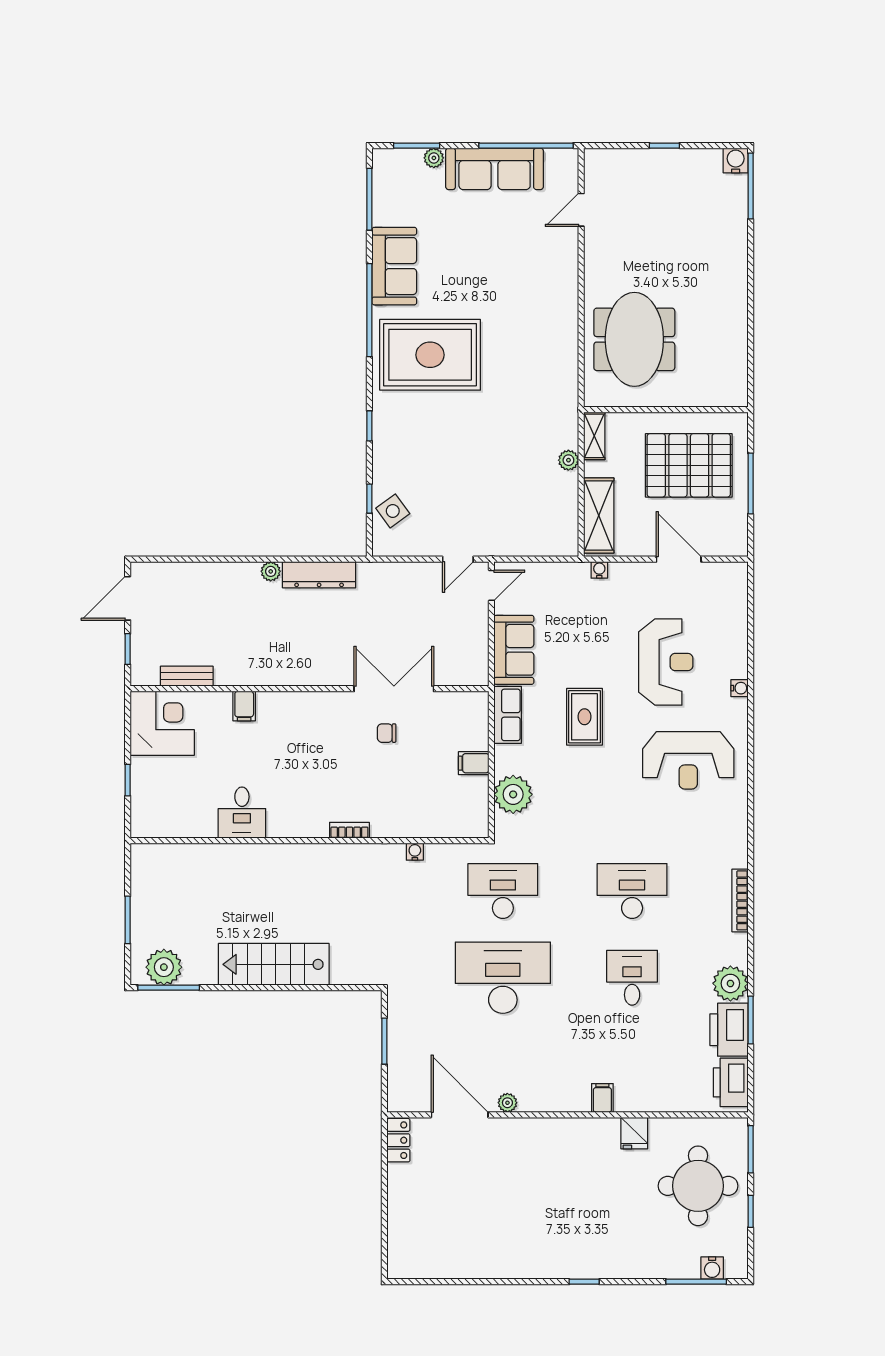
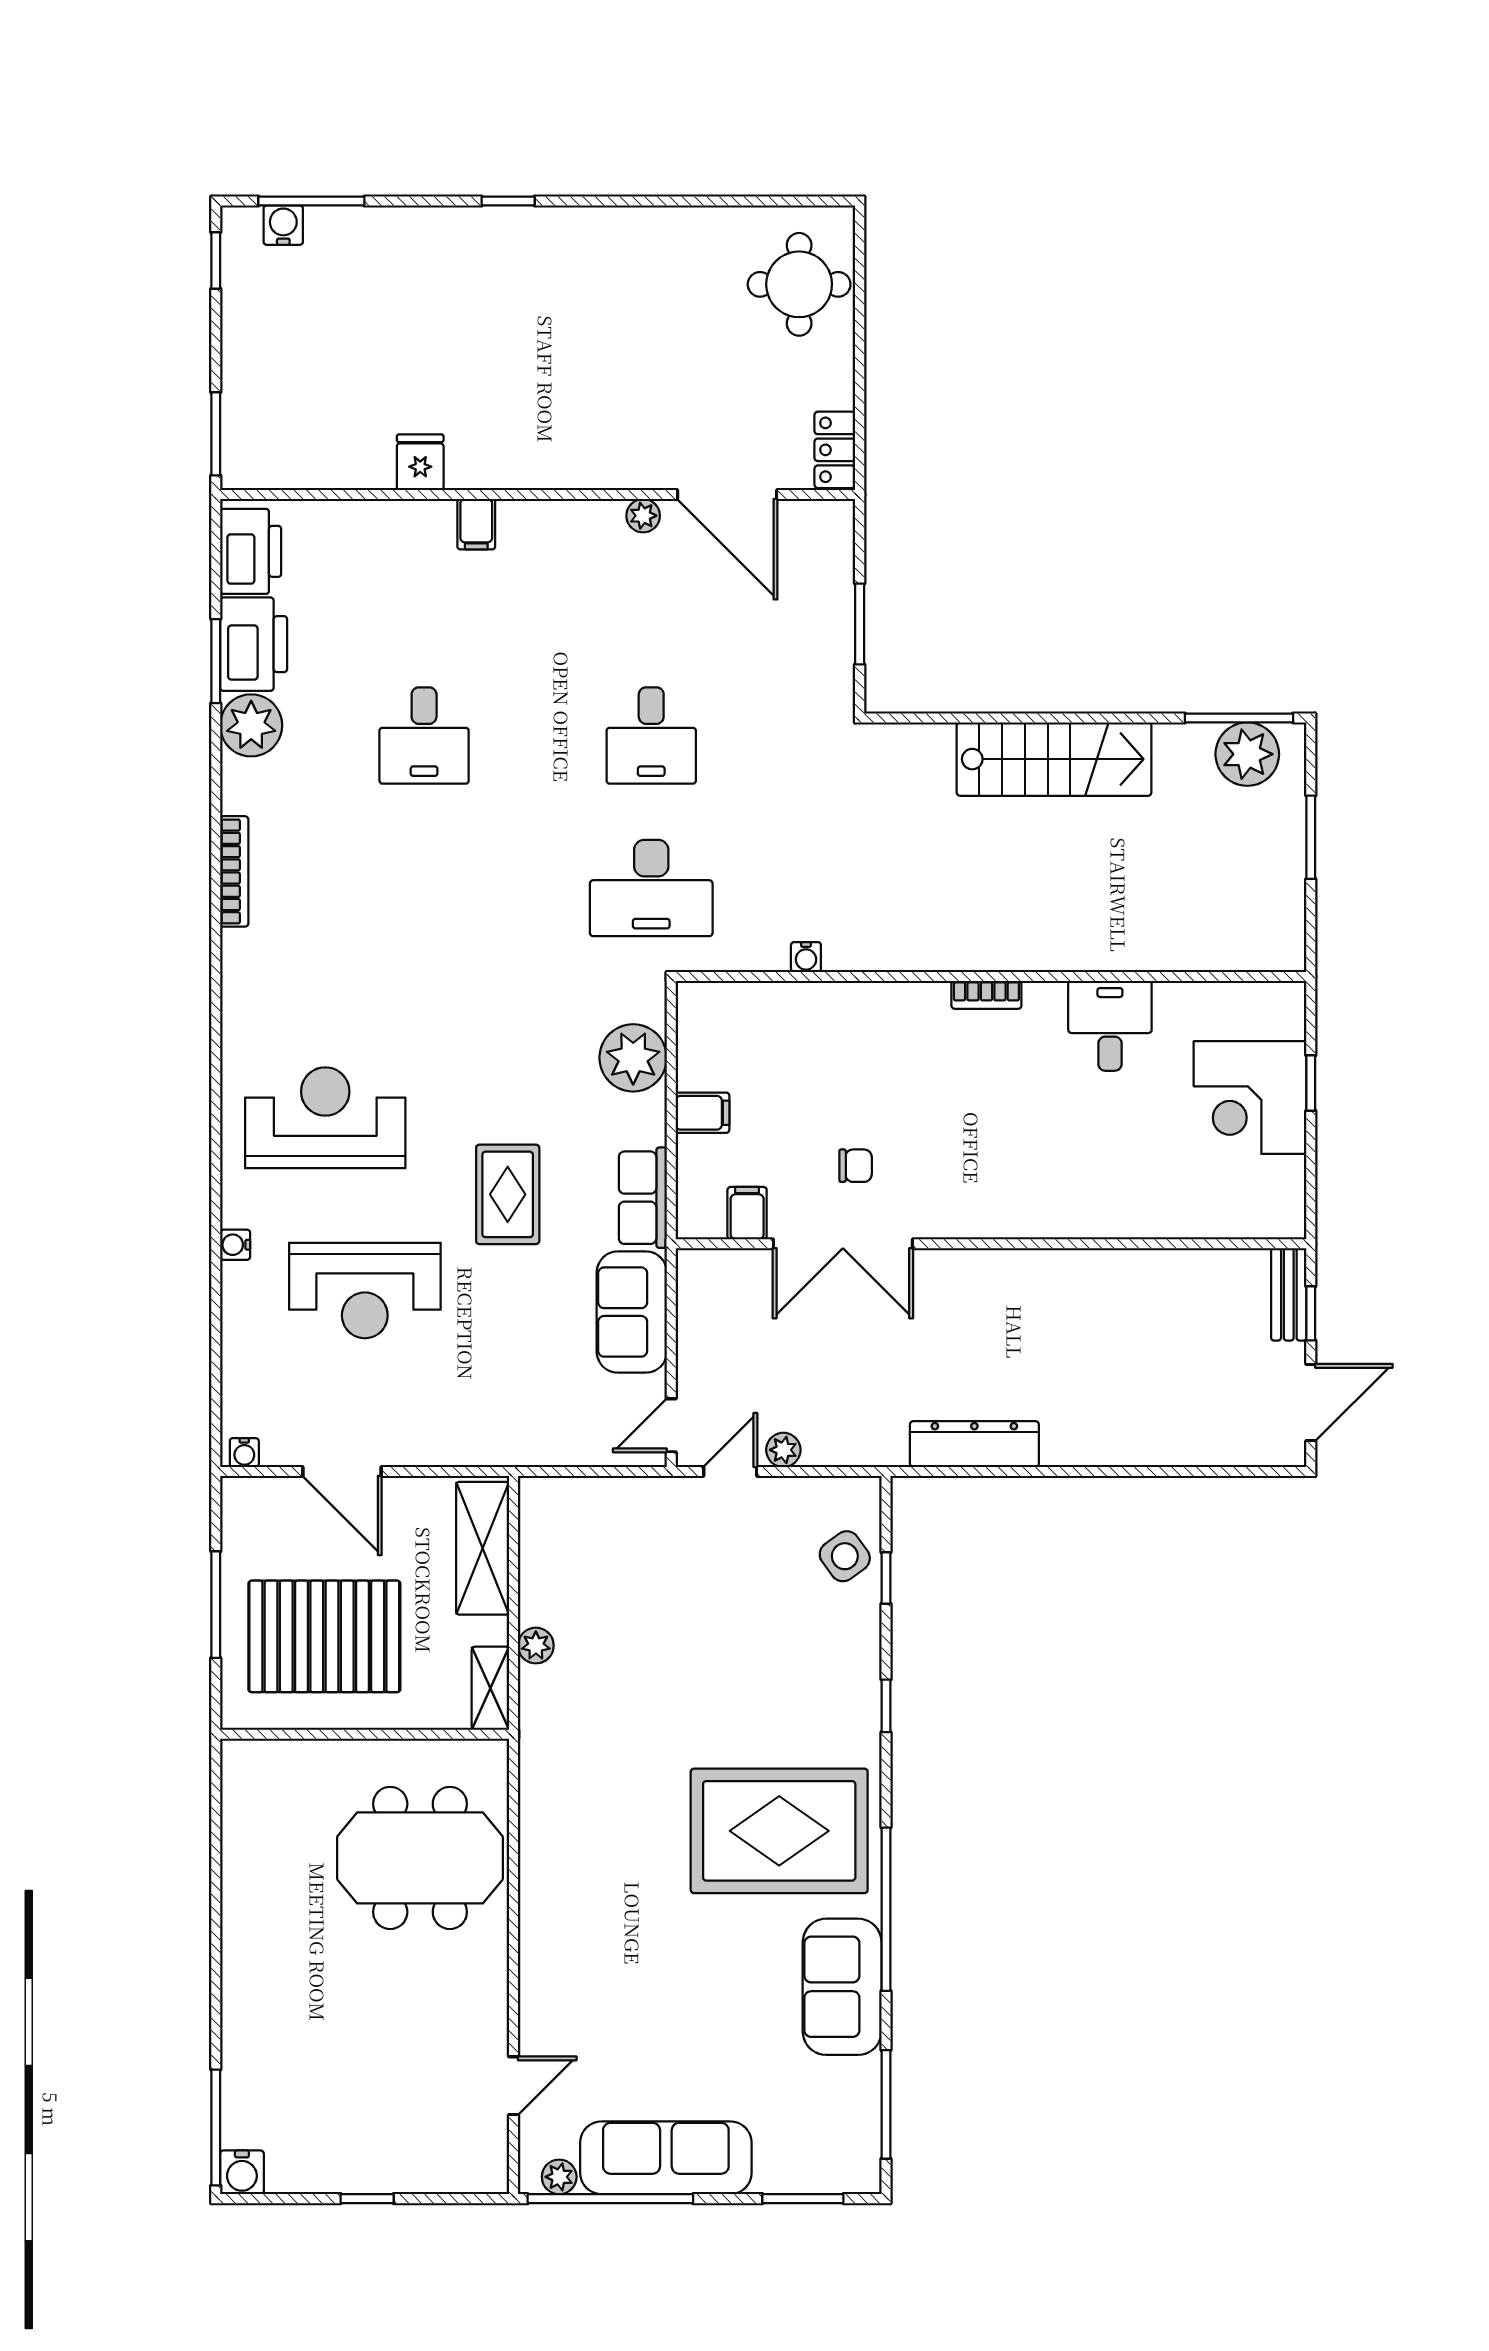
plant: (434, 158) -> (559, 2177), moved
meeting table: (634, 339) -> (420, 1858), turned 90
water cooler: (599, 570) -> (244, 1453), moved
plant: (271, 571) -> (783, 1450), moved
reception desk: (666, 662) -> (365, 1291), turned -90
bench: (187, 676) -> (1289, 1294), moved, turned 90
filing cabinet: (244, 706) -> (747, 1213), moved
corner desk: (162, 723) -> (1250, 1098), moved
bookcase: (349, 830) -> (986, 995), moved
desk: (632, 891) -> (424, 888), removed
desk: (503, 978) -> (651, 735), width x0.53, depth x0.77
round table: (698, 1186) -> (799, 284), moved, width x0.73, depth x0.73
window: (751, 1211) -> (216, 261), moved

